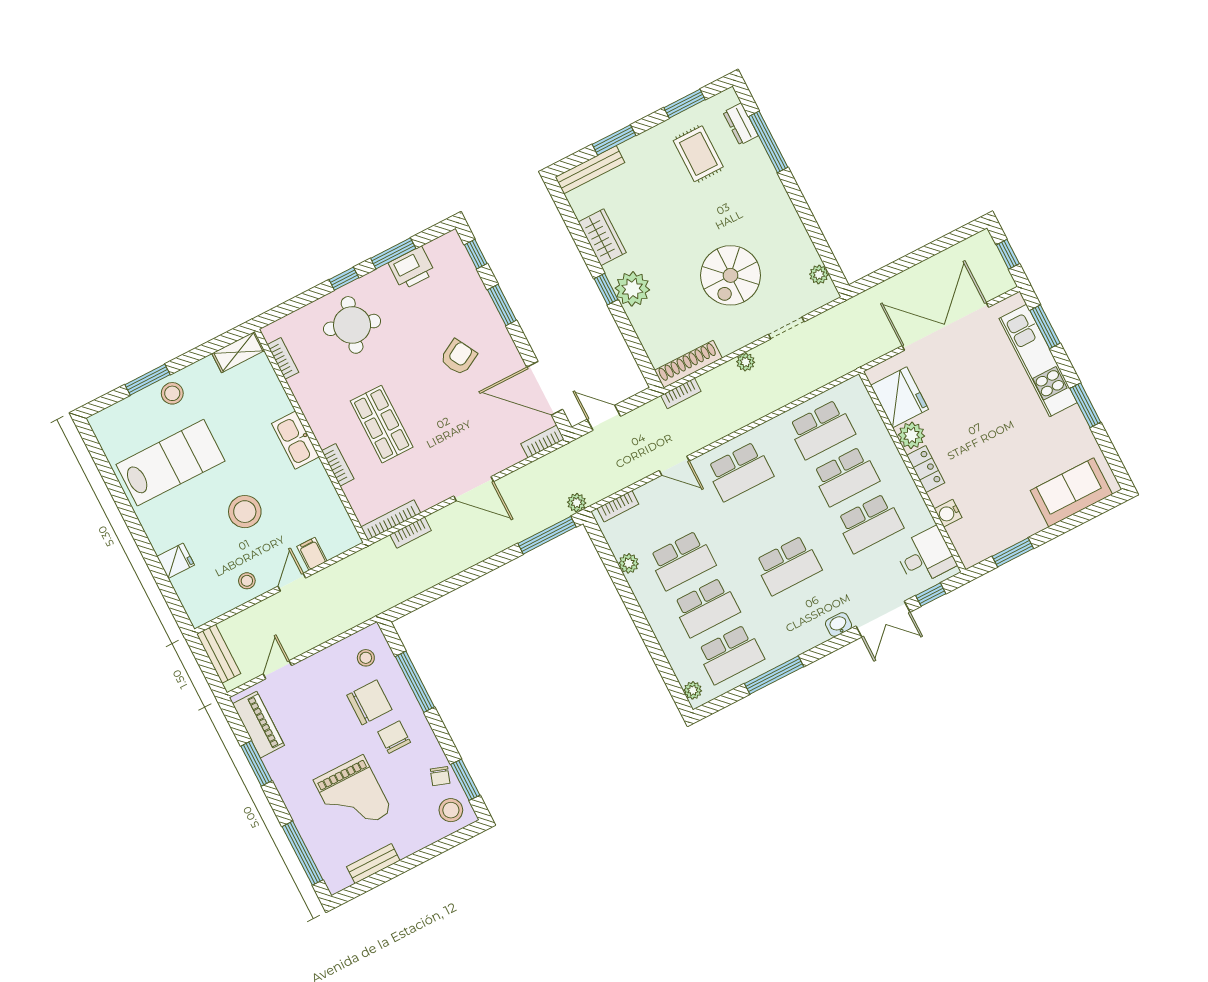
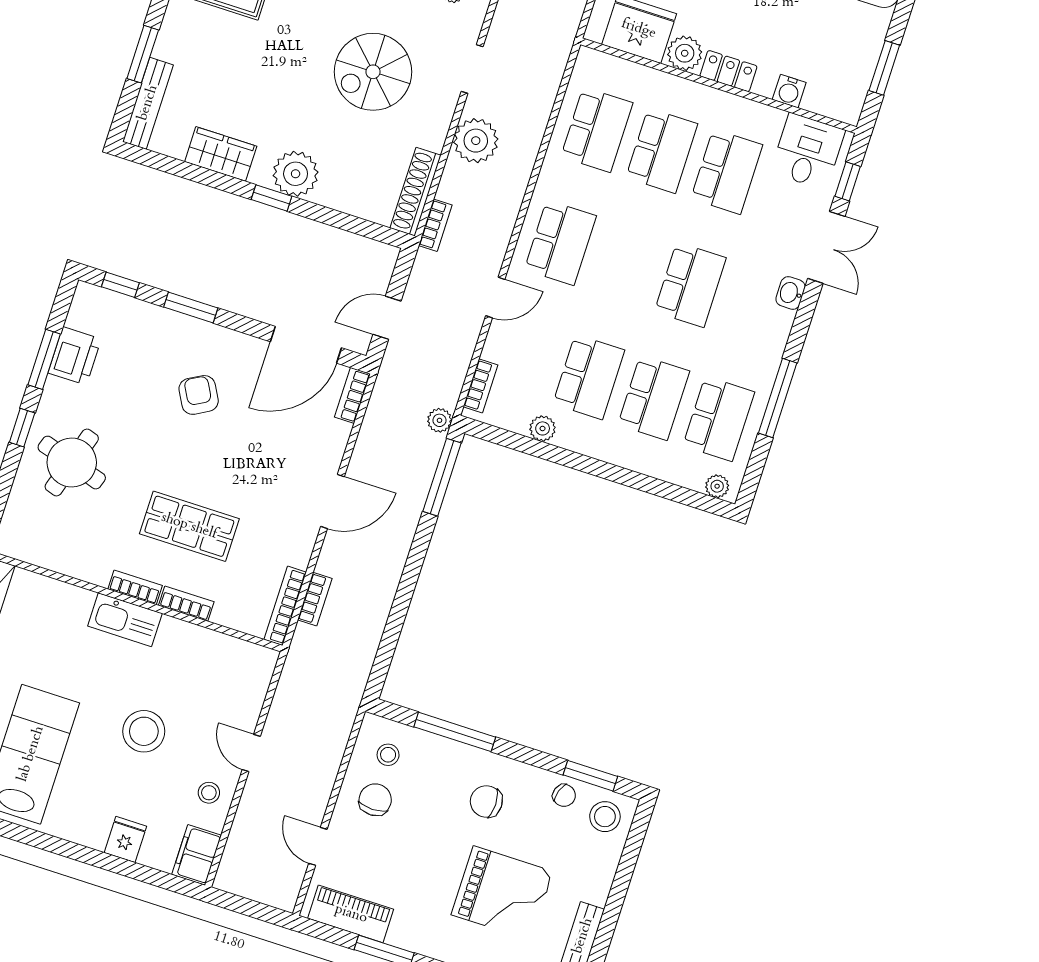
spiral stairs: (730, 275) -> (373, 72), turned 90
bookcase: (283, 358) -> (135, 587), moved
plant: (746, 362) -> (476, 141), width x1.88, depth x1.88
filing cabinet: (312, 554) -> (197, 855), moved, width x2.00
bench: (219, 654) -> (250, 885), removed
chair: (369, 702) -> (375, 800), moved, width x0.73, depth x0.73

